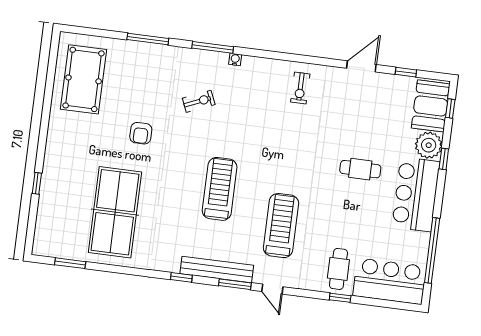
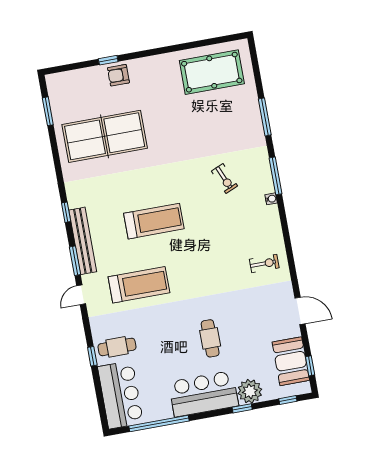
window: (406, 72) -> (310, 366), moved
exercise bike: (300, 88) -> (264, 264), turned 180
booth: (431, 106) -> (291, 361), moved, turned 90
armchair: (141, 133) -> (118, 75), moved

